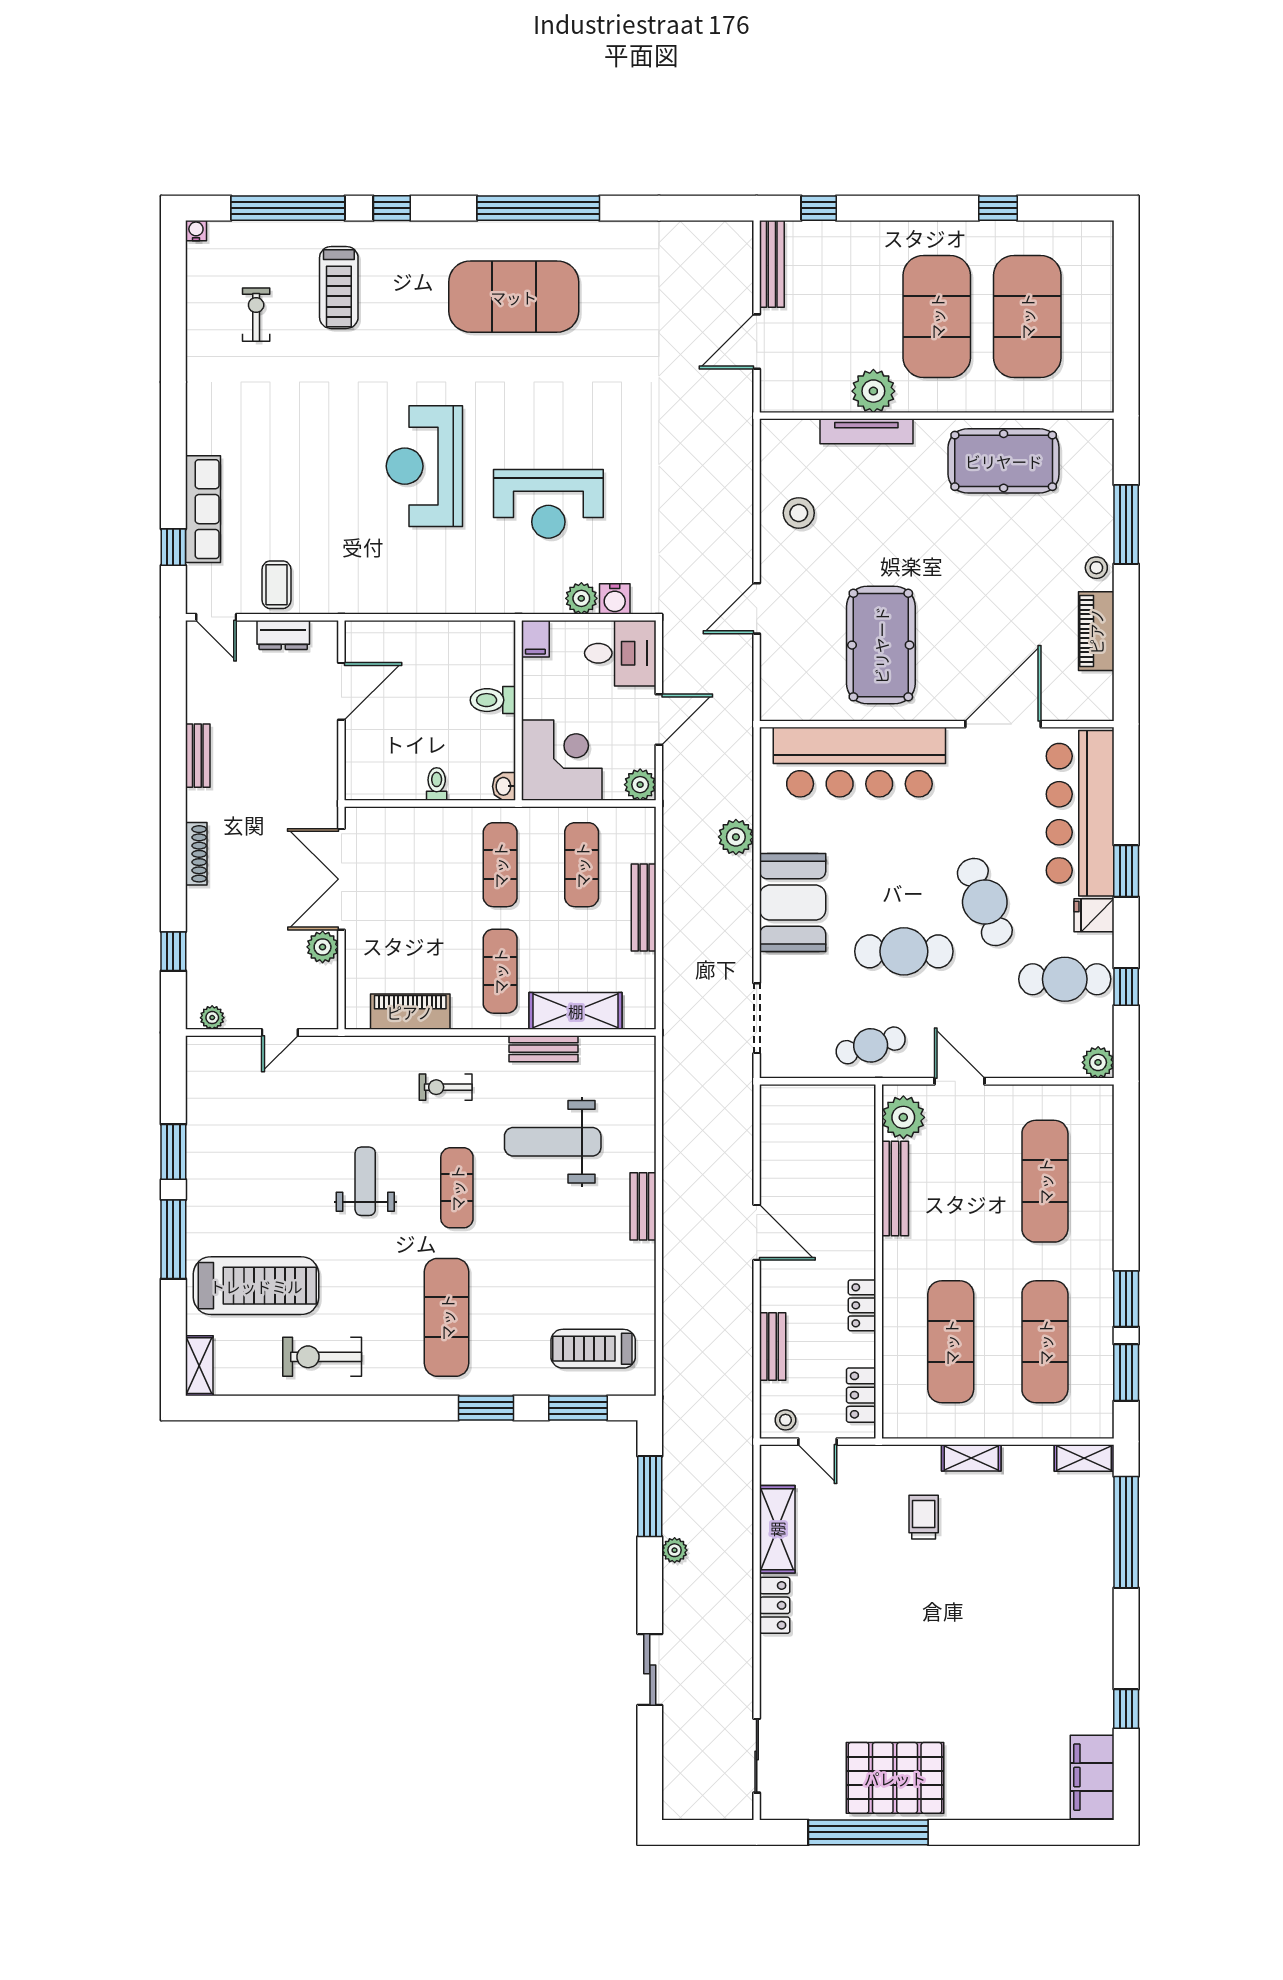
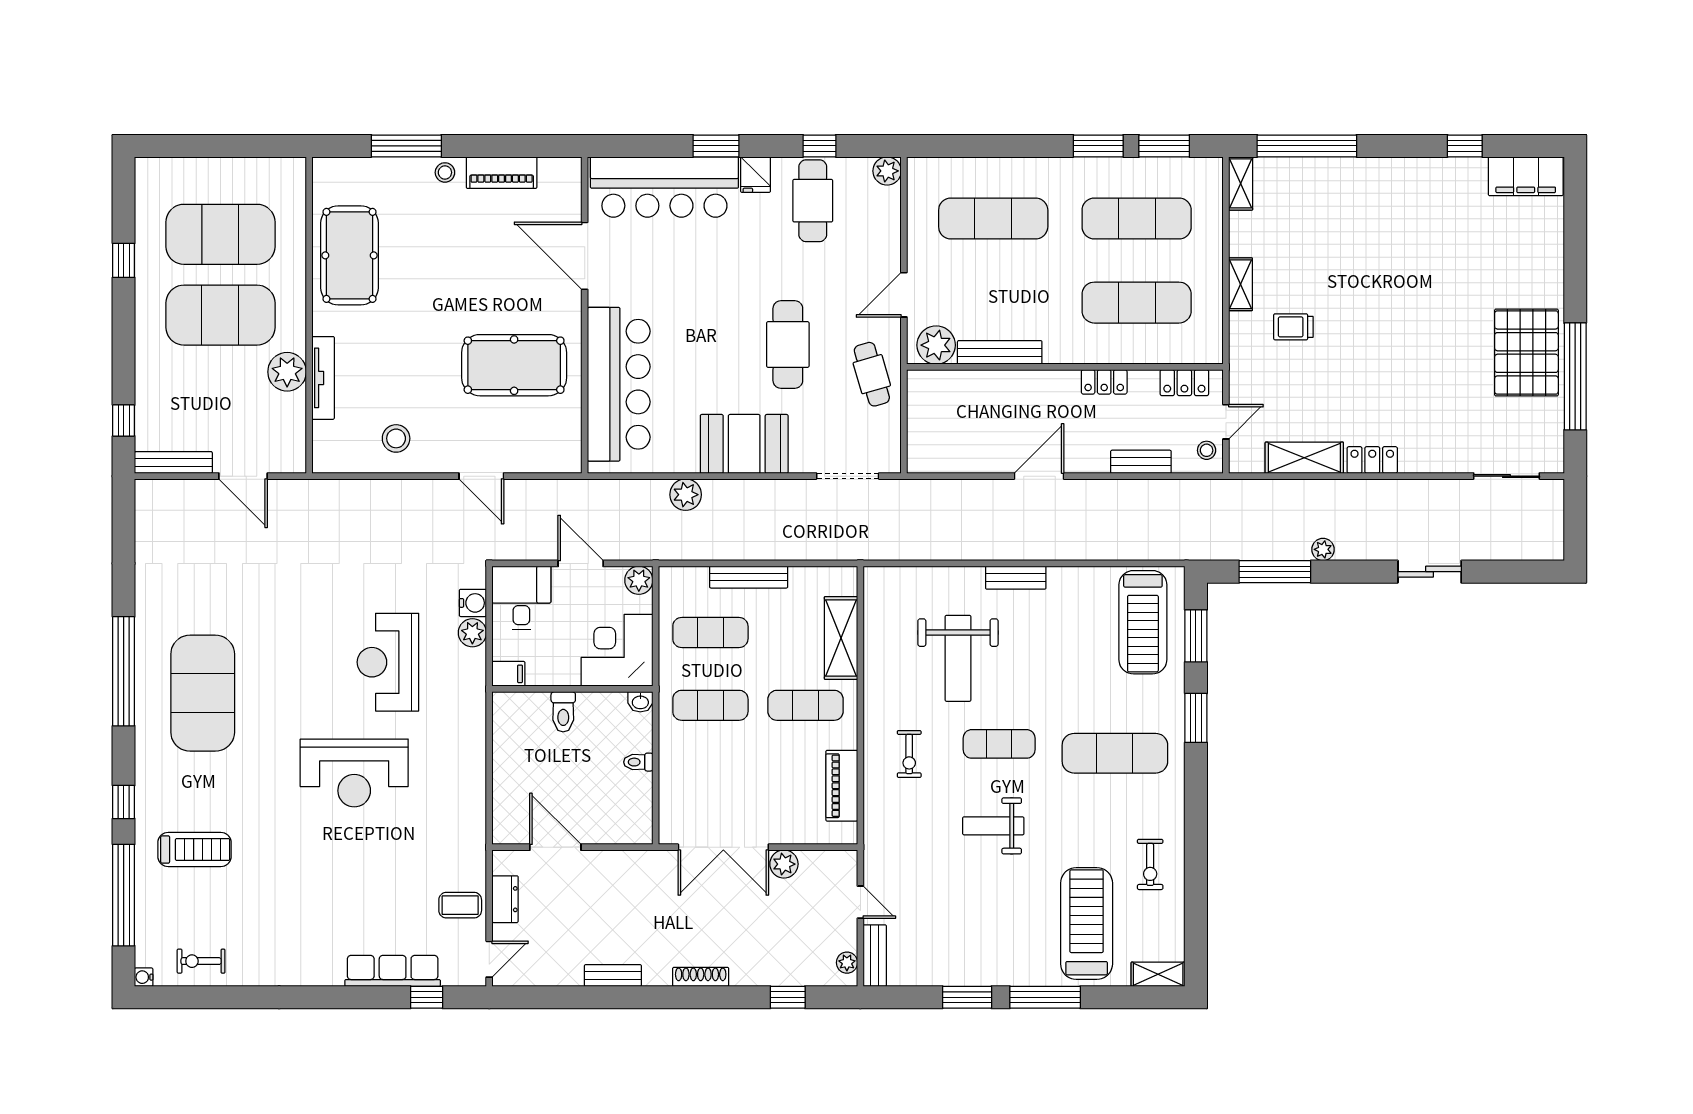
exercise bike: (256, 315) -> (201, 961), moved
reception desk: (548, 504) -> (388, 662), turned 180
cafe table: (985, 902) -> (744, 272), removed
bench: (543, 1049) -> (875, 956), moved
treadmill: (593, 1349) -> (1143, 622), width x1.37, depth x1.37
exercise bike: (322, 1357) -> (1150, 864), width x0.73, depth x0.72

